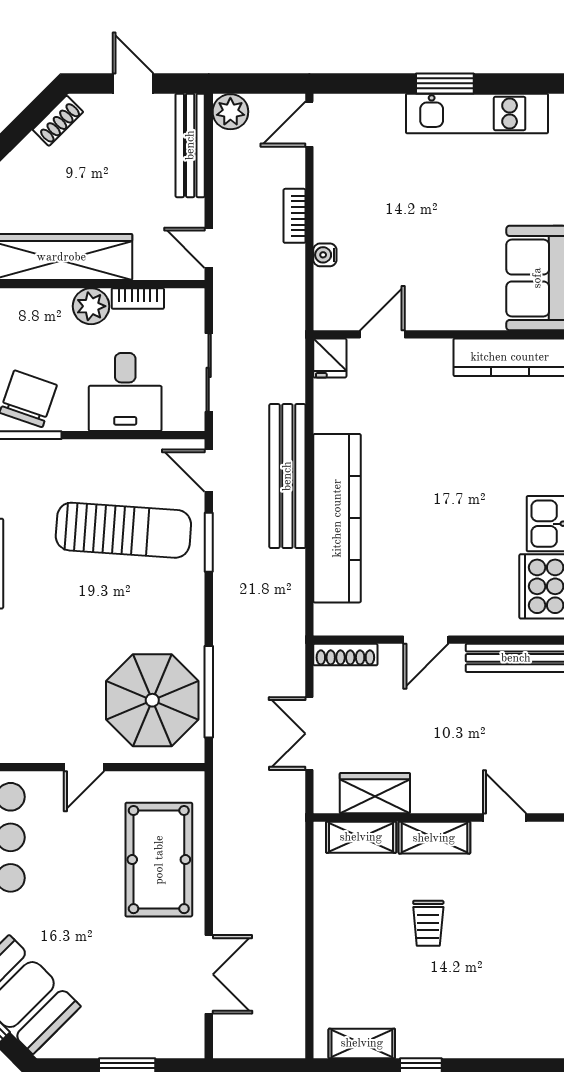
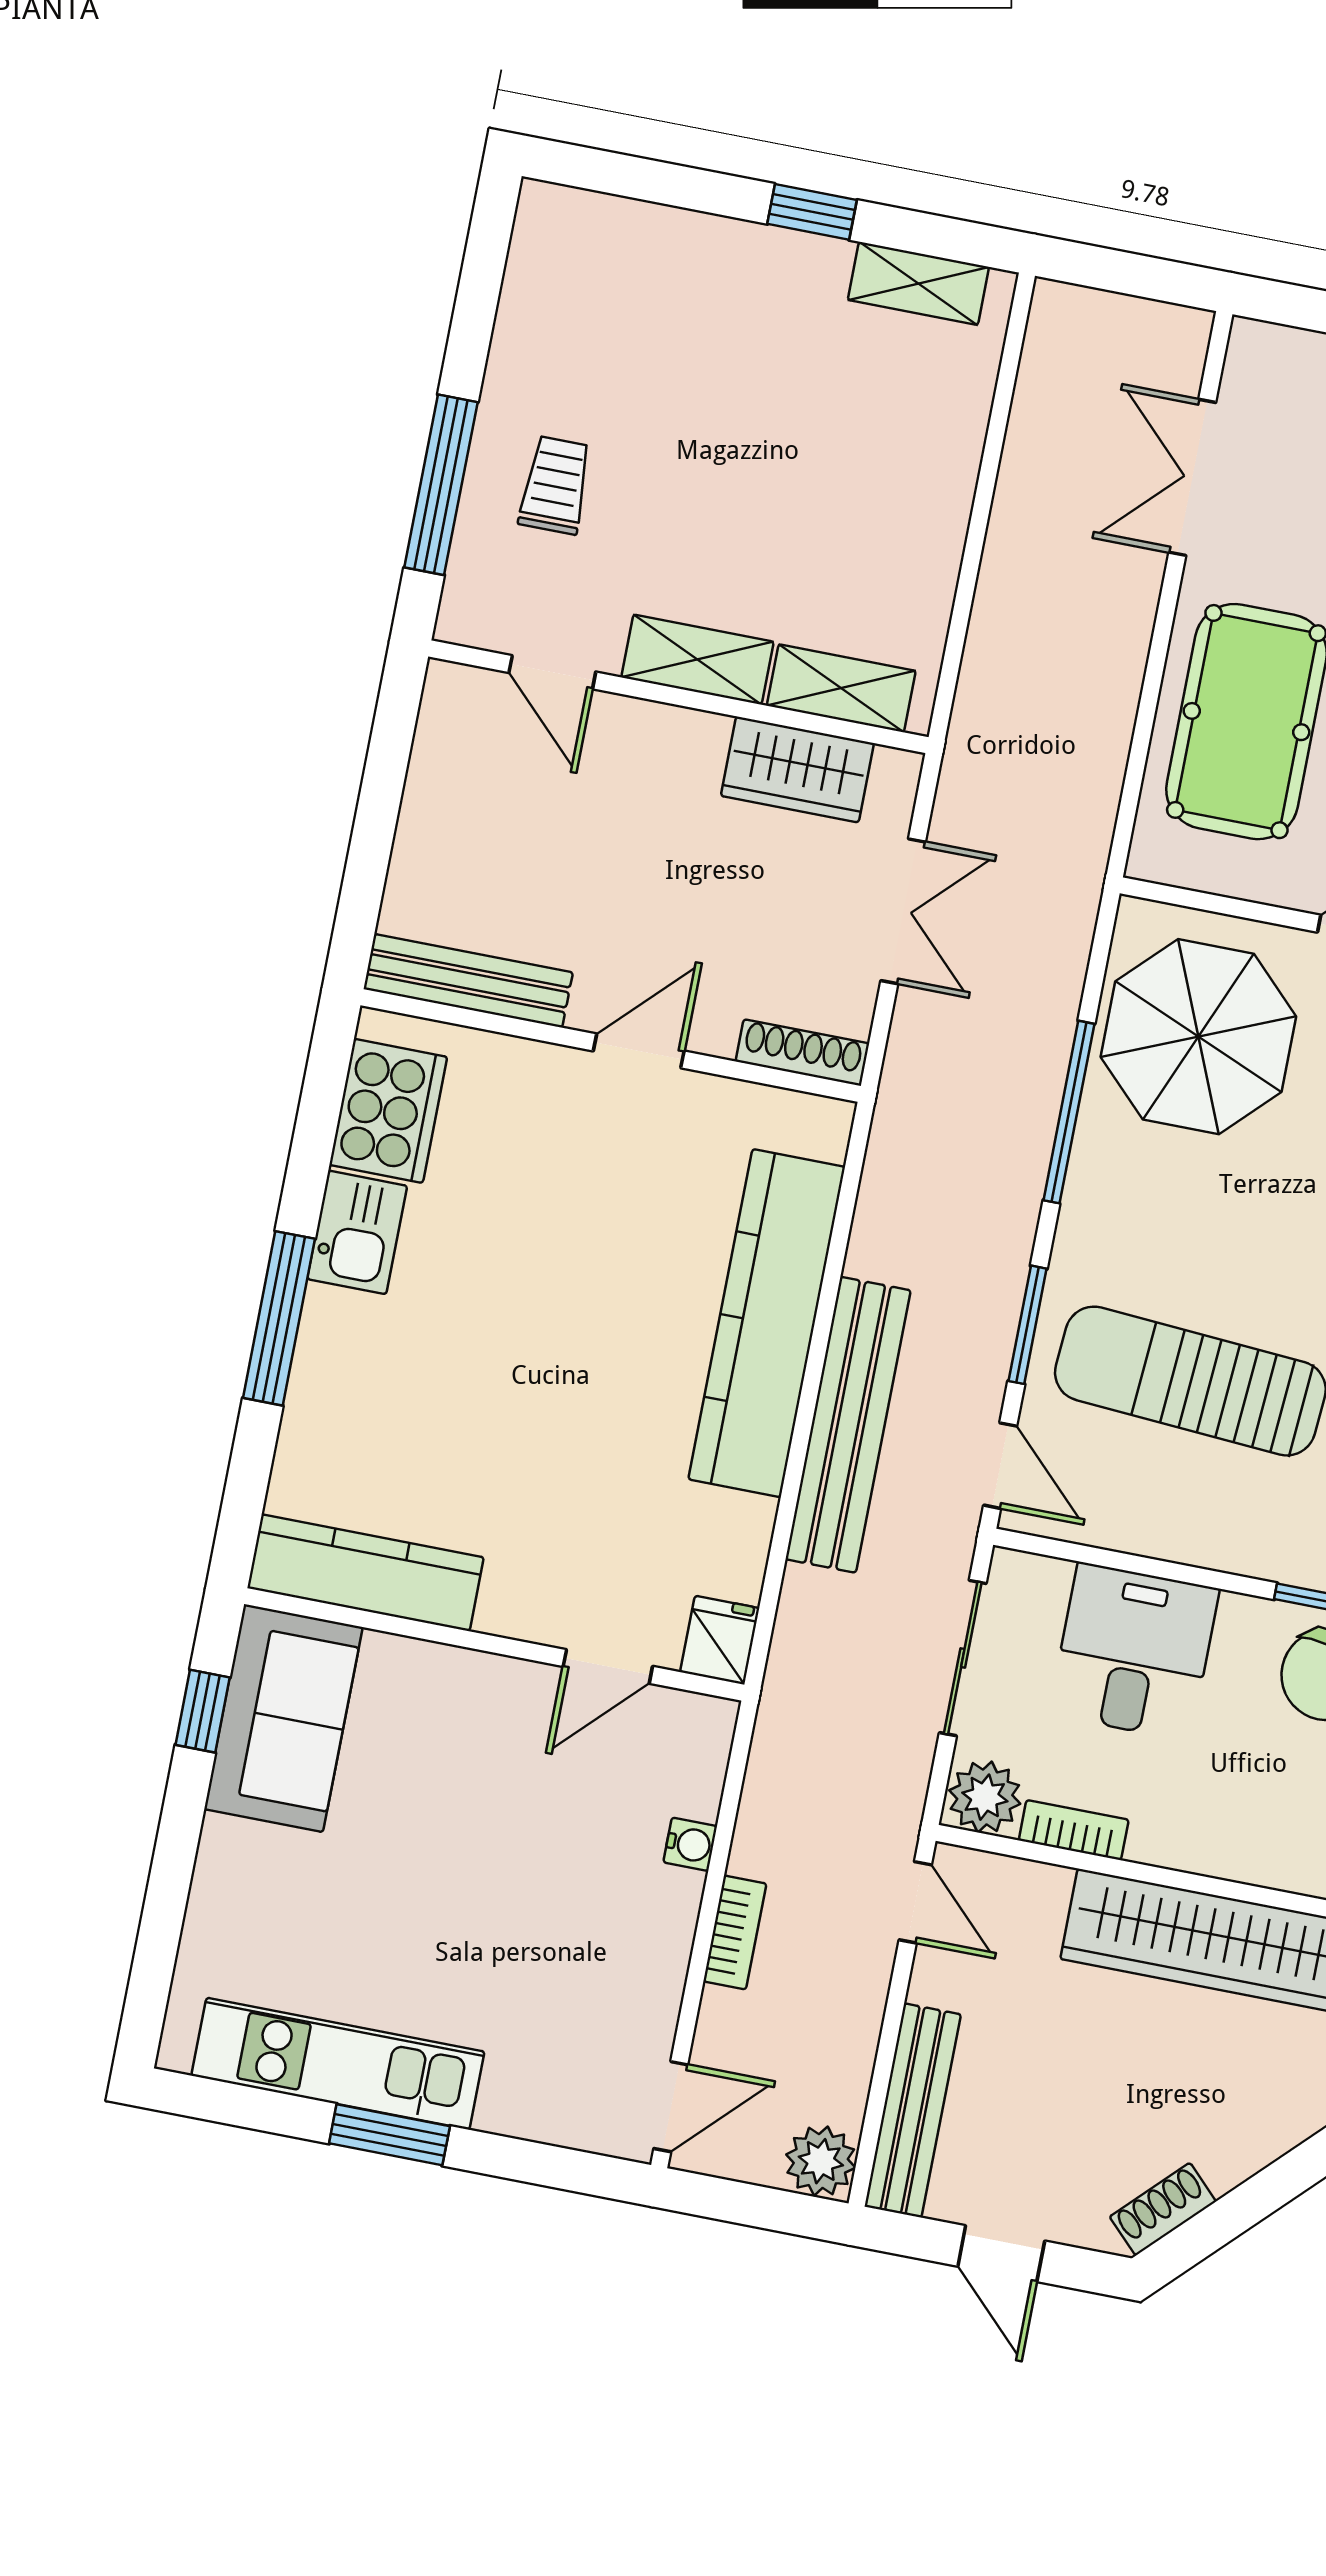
plant: (91, 306) -> (985, 1797), moved
window: (209, 692) -> (1069, 1112), moved
trolley: (428, 923) -> (555, 485), moved

